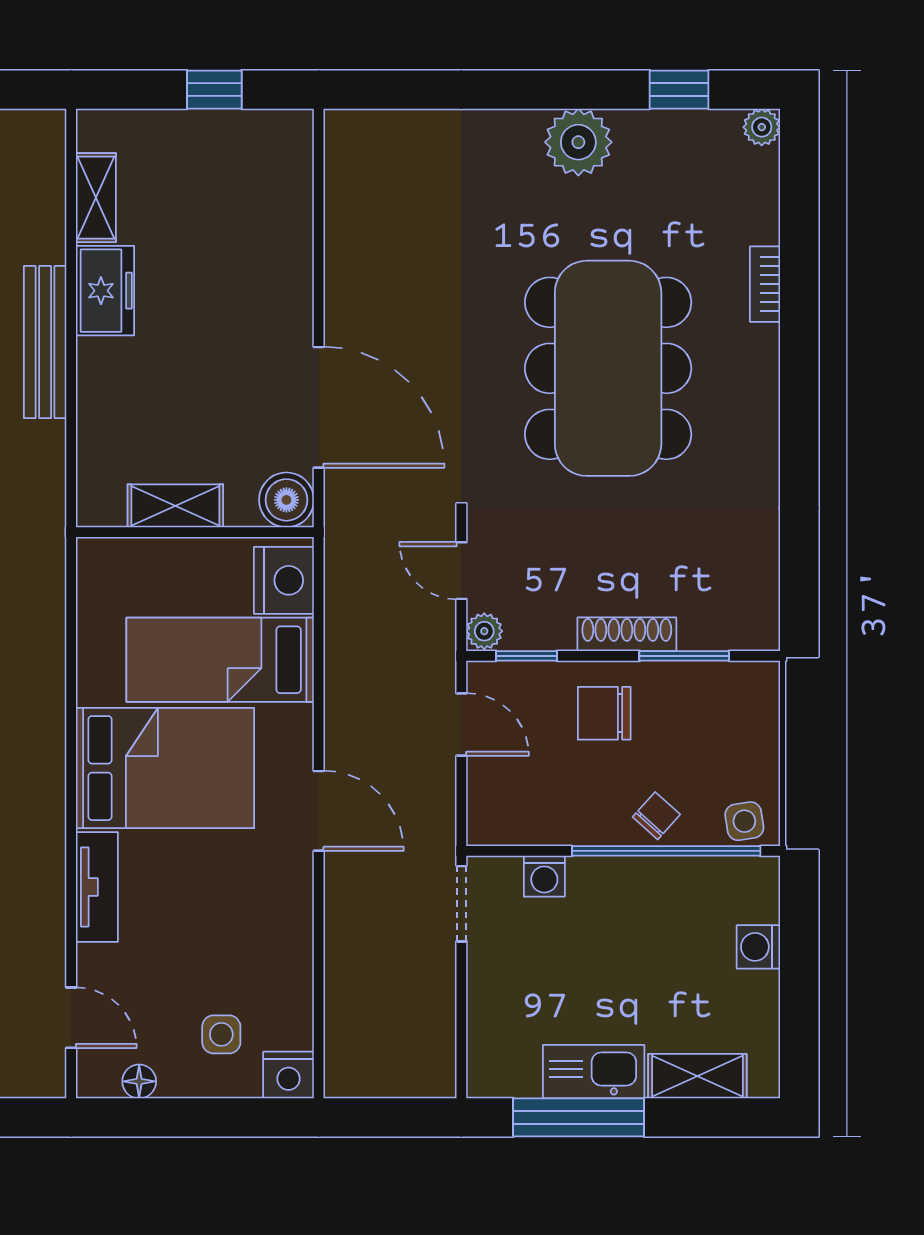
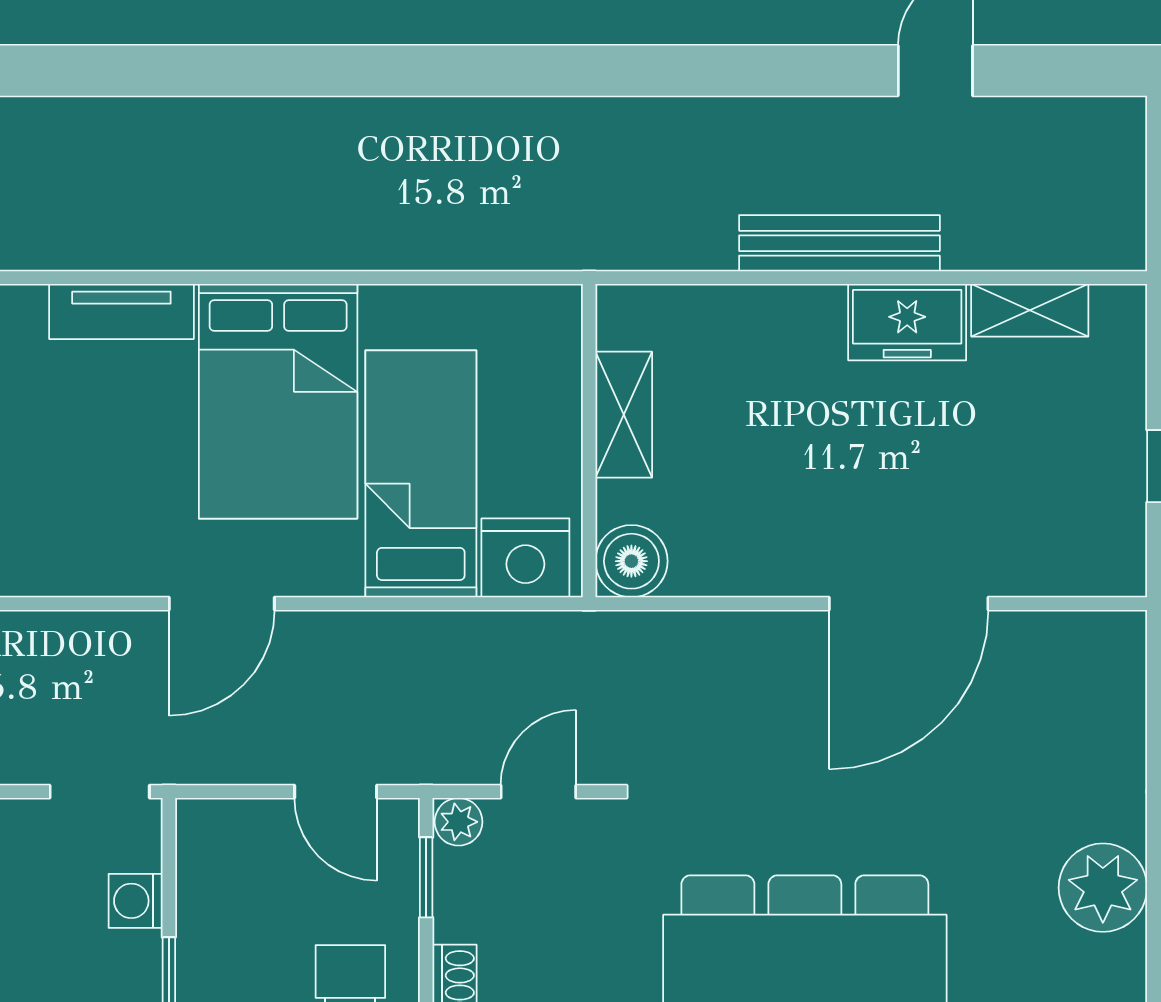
plant: (578, 142) -> (1103, 888), moved
door: (319, 407) -> (909, 604), moved
door: (461, 724) -> (336, 792), hinge flipped

